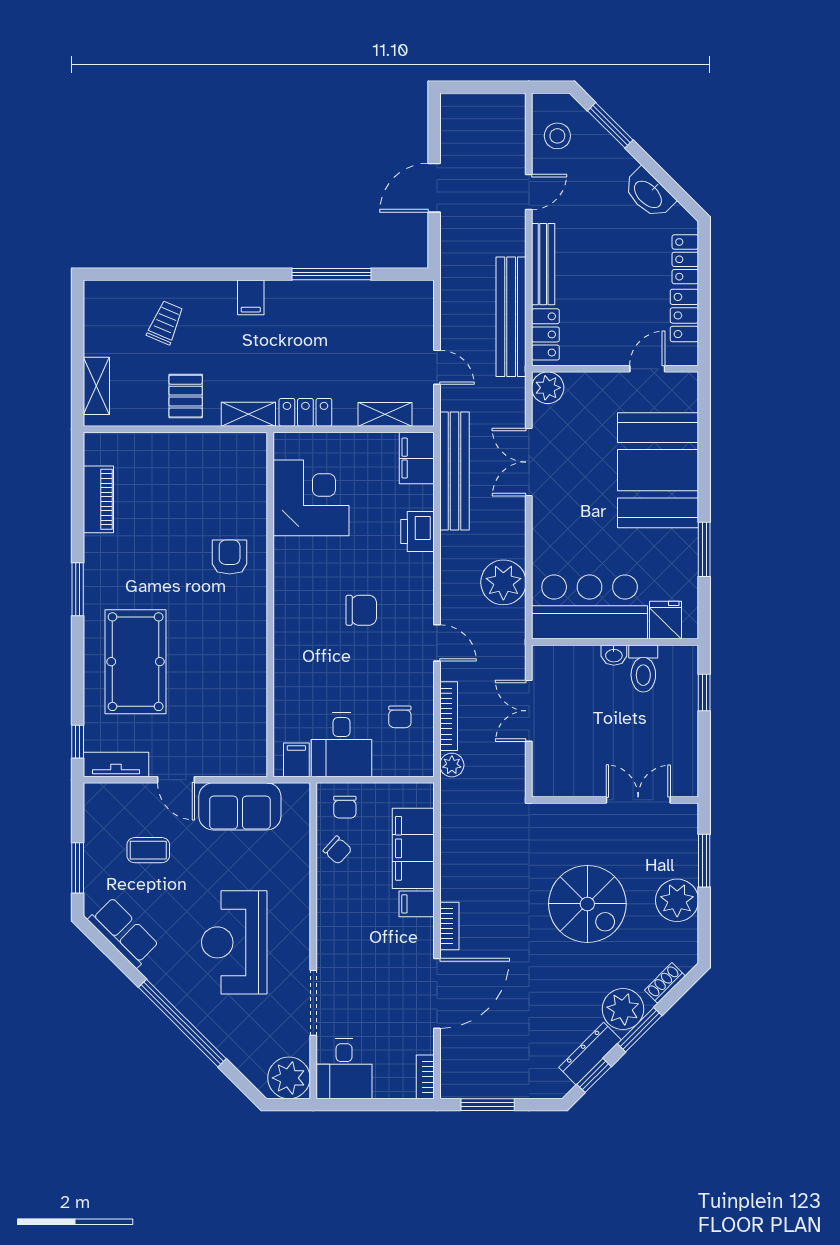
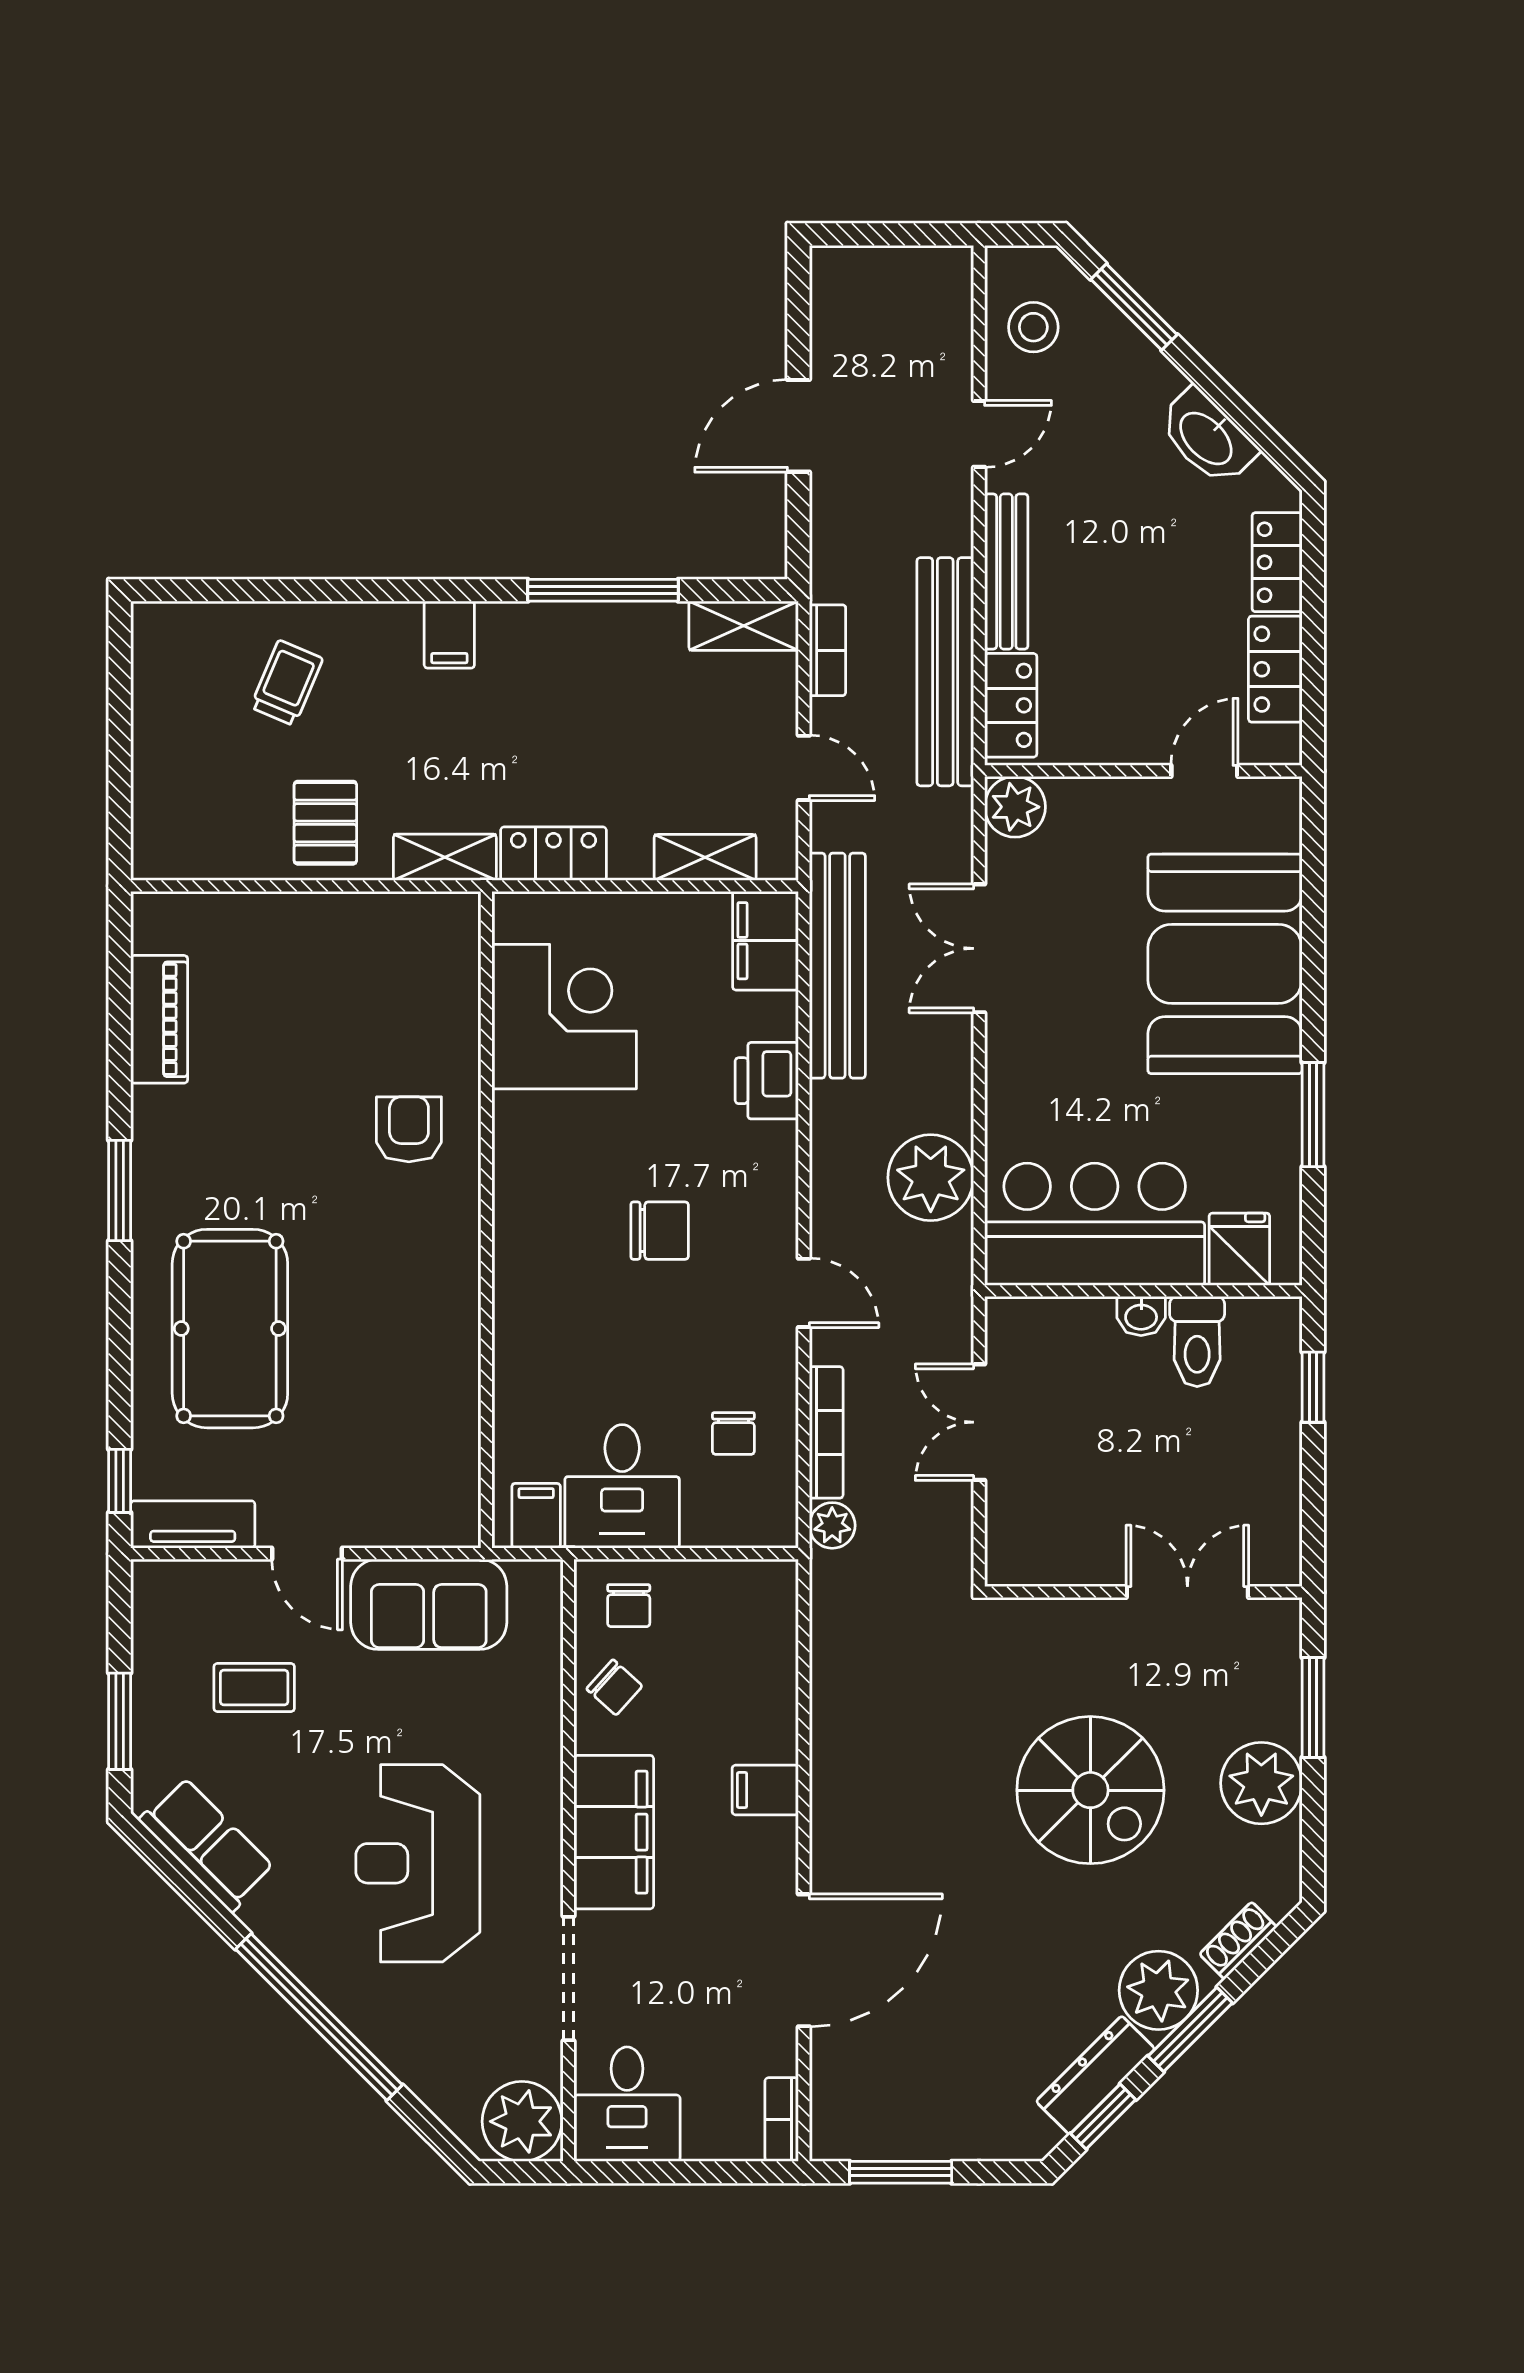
shelving: (96, 386) -> (744, 626), moved, turned 90
filing cabinet: (413, 848) -> (614, 1832), moved, turned 180
bookcase: (449, 926) -> (828, 650), moved

